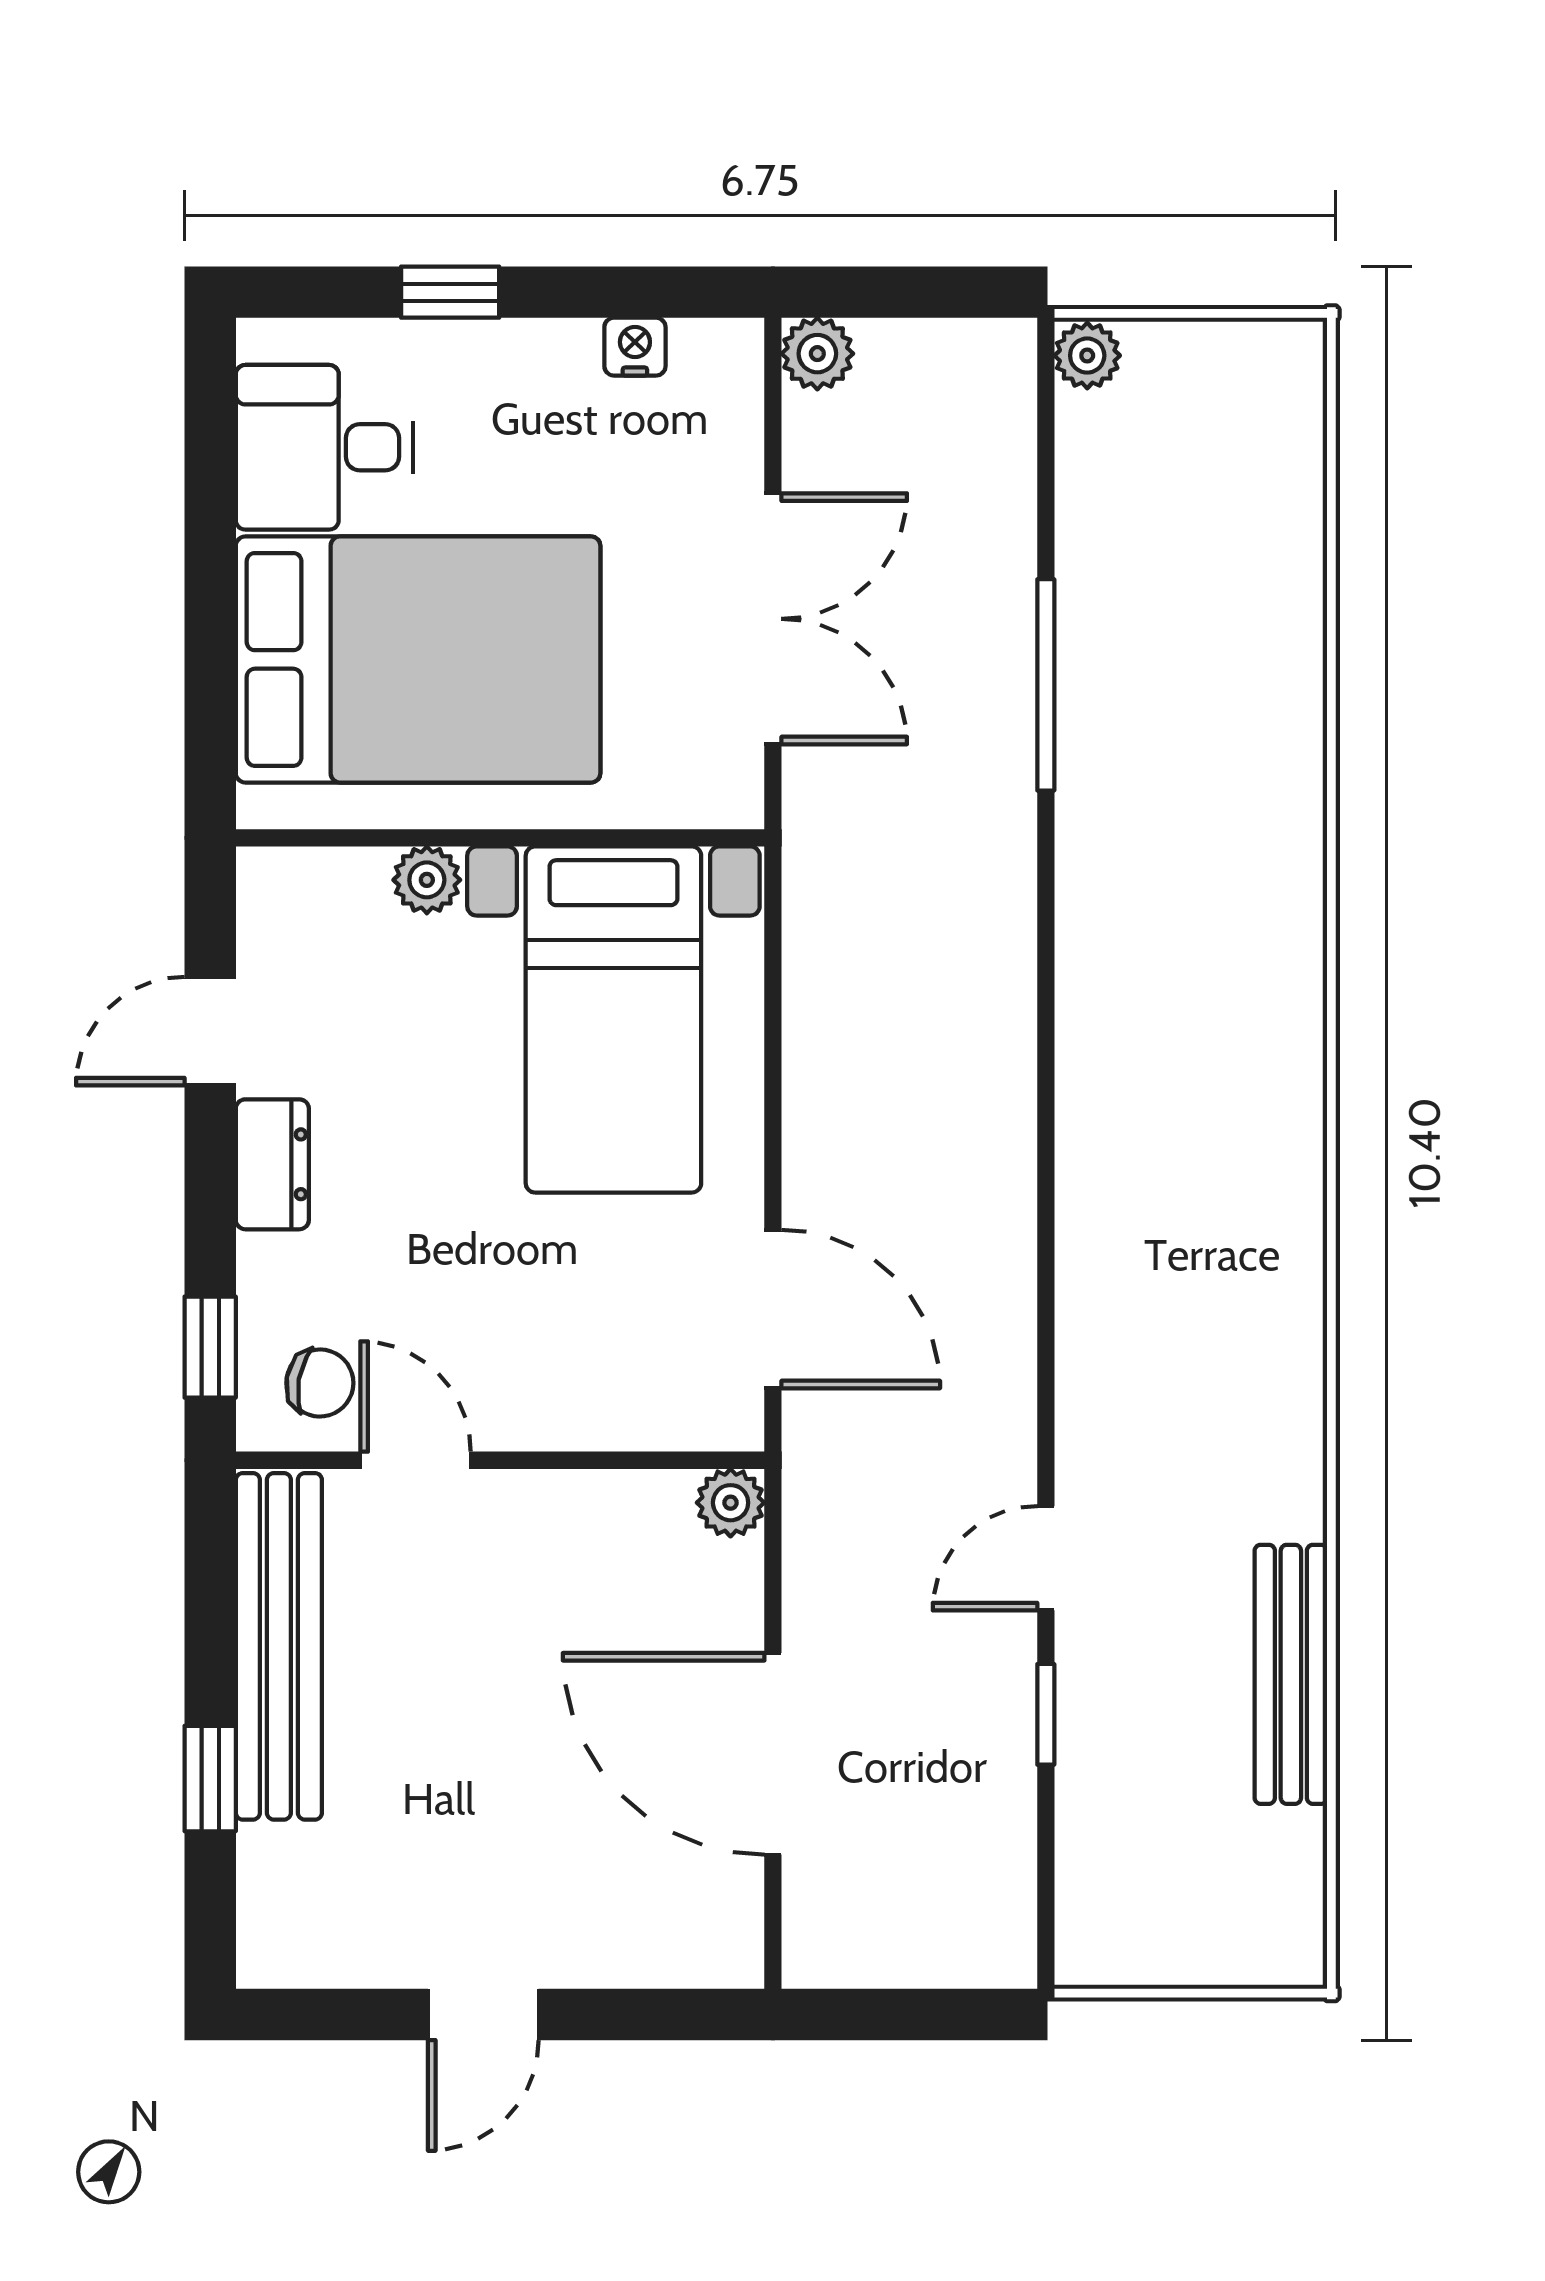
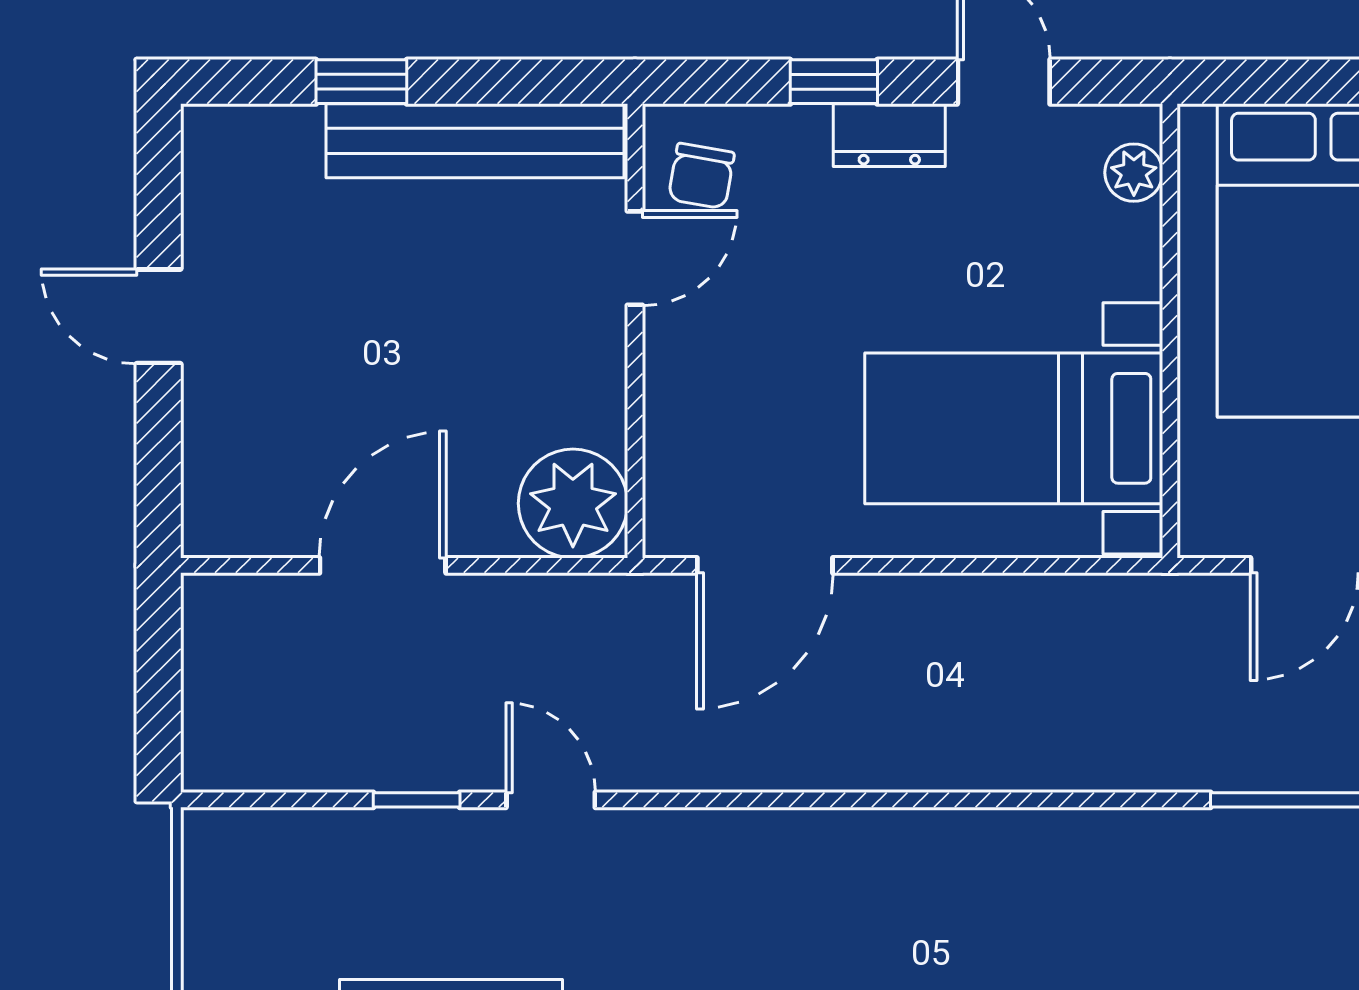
plant: (427, 880) -> (1134, 173), moved
window: (210, 1347) -> (834, 82), moved
plant: (731, 1503) -> (573, 503), width x1.88, depth x1.88
door: (773, 1754) -> (383, 565), width x0.73

